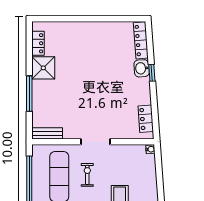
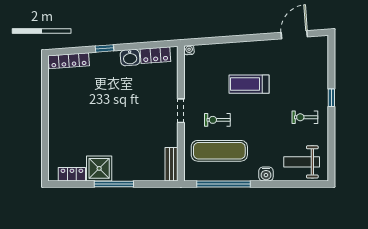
washbasin: (142, 68) -> (130, 58), moved
window: (29, 94) -> (114, 184), moved
doorway: (95, 142) -> (181, 111), width x0.73

